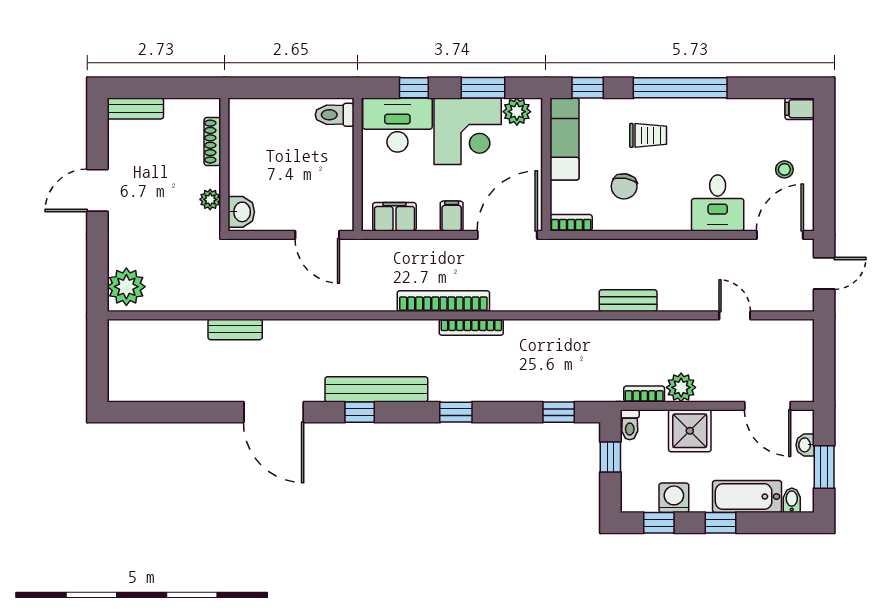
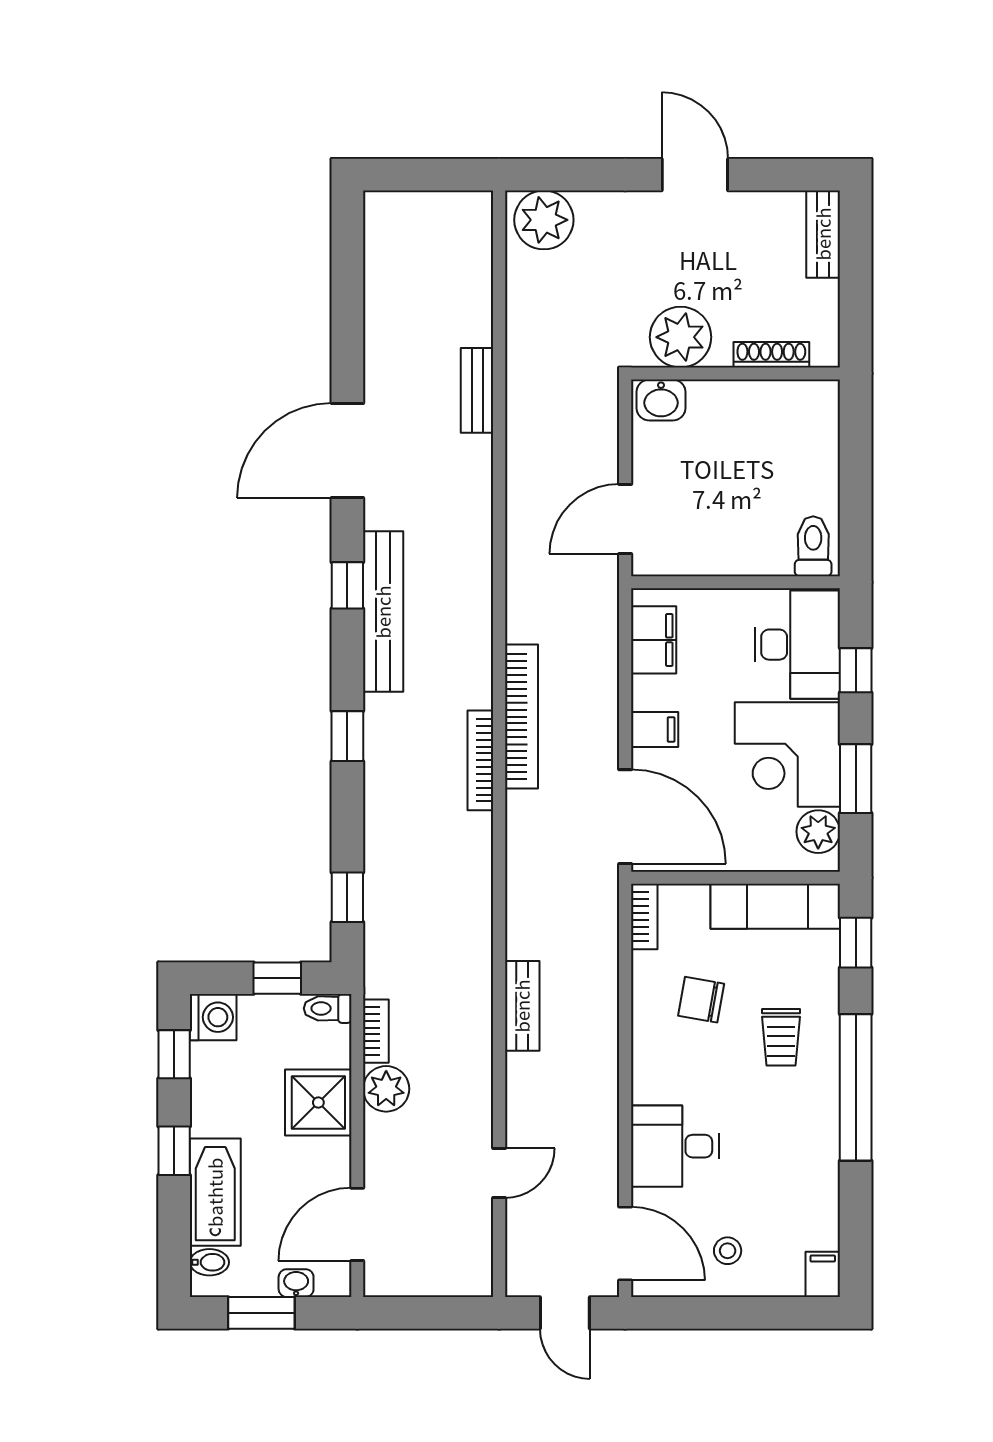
plant: (210, 199) -> (681, 337), width x1.88, depth x1.88
washing machine: (674, 498) -> (213, 1017), moved

